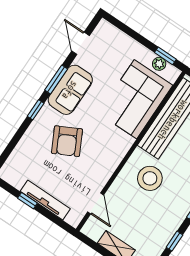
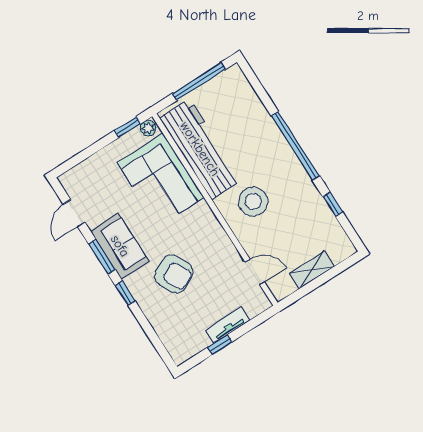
door: (81, 43) -> (74, 213), hinge flipped
plant: (159, 64) -> (148, 128), moved
tv unit: (45, 200) -> (228, 325), width x0.71

